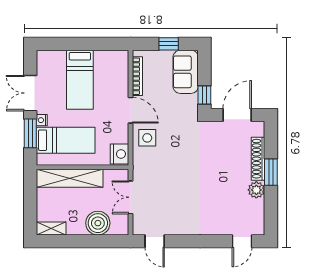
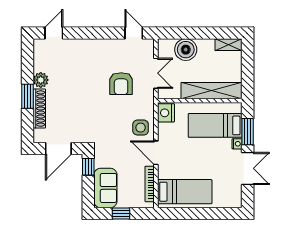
bed: (80, 80) -> (185, 192), moved, turned 90
armchair: (169, 186) -> (121, 84), added

